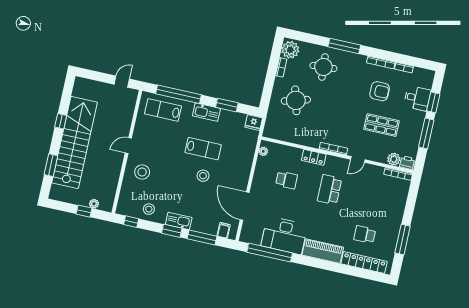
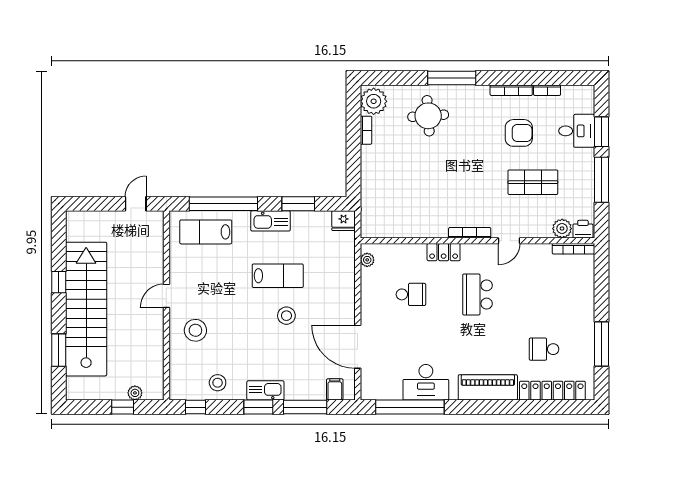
round table: (296, 100) -> (398, 174), removed
desk: (284, 235) -> (426, 382), width x0.73, depth x0.77

